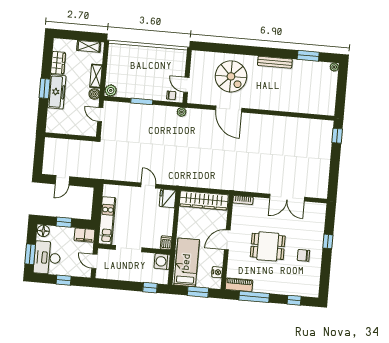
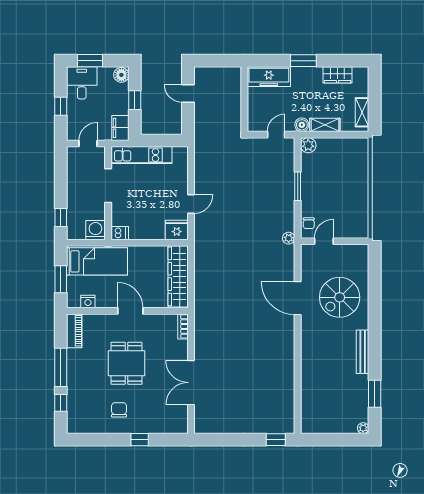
freezer: (57, 92) -> (269, 77), moved
door: (229, 109) -> (298, 298), hinge flipped
desk: (47, 258) -> (82, 83), width x0.73
window: (254, 297) -> (61, 367), moved

